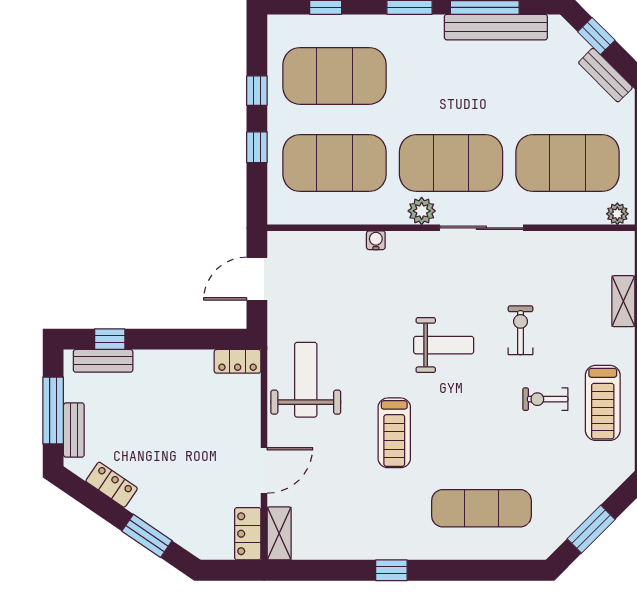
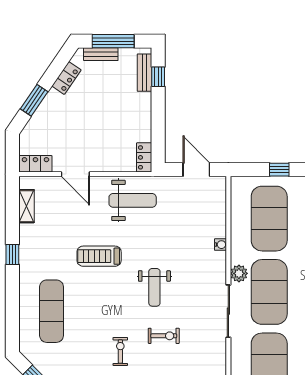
shelving: (279, 533) -> (26, 206), moved, turned 90

